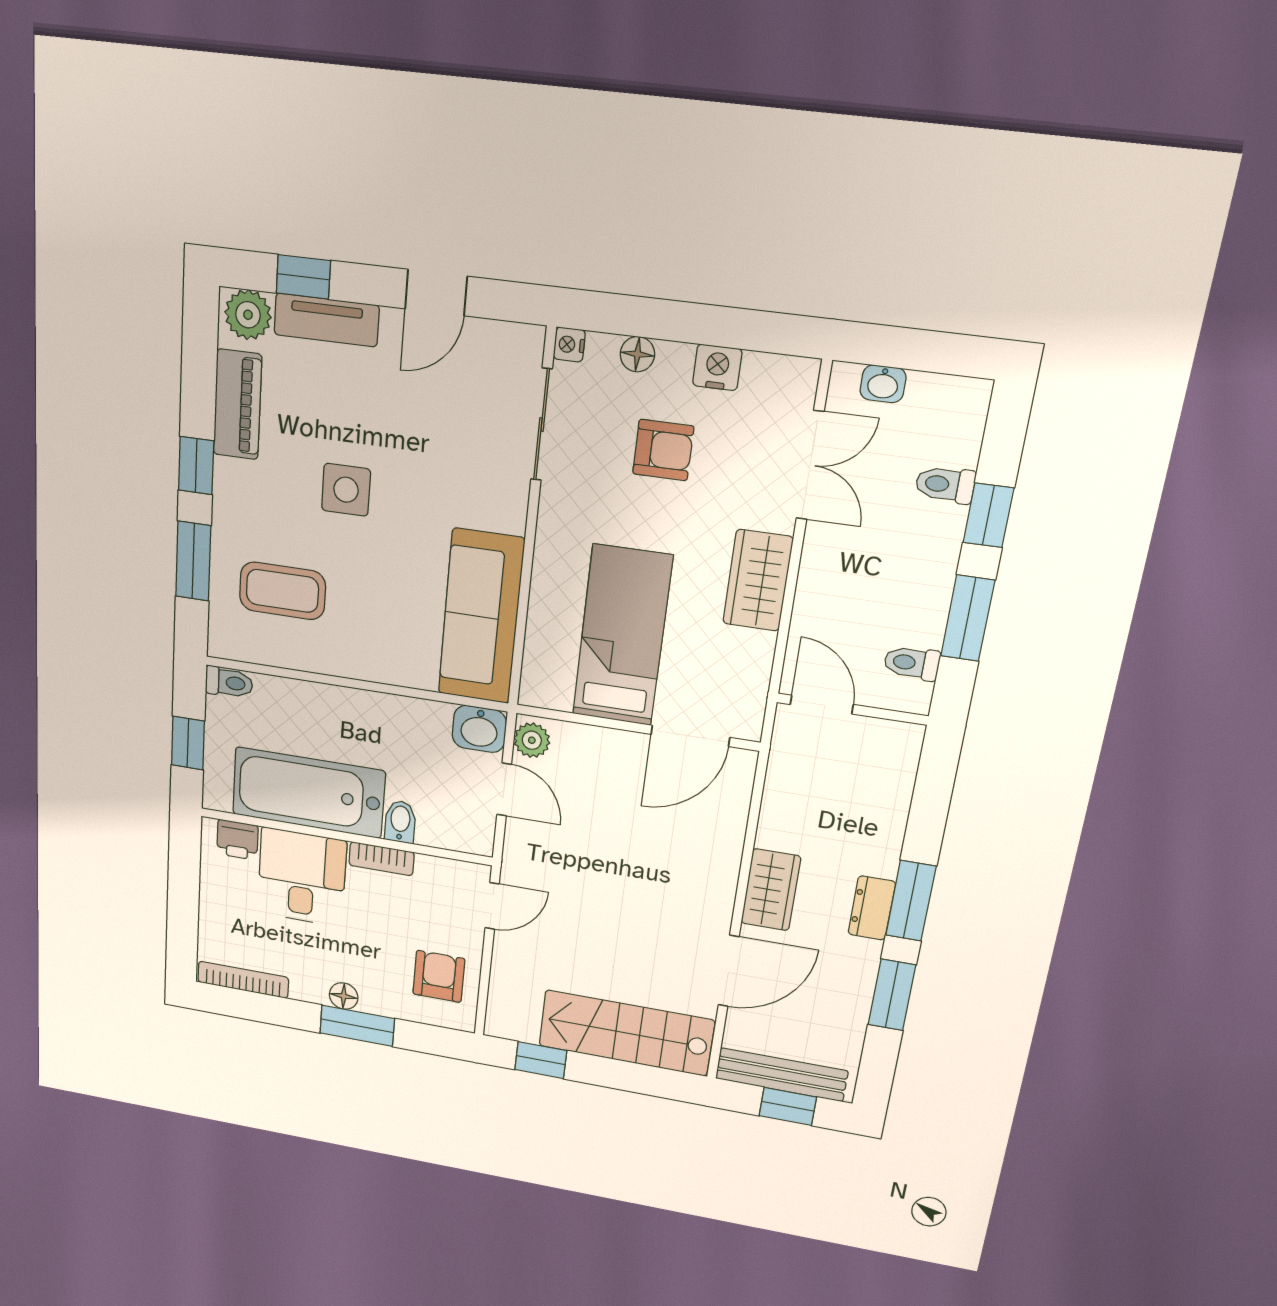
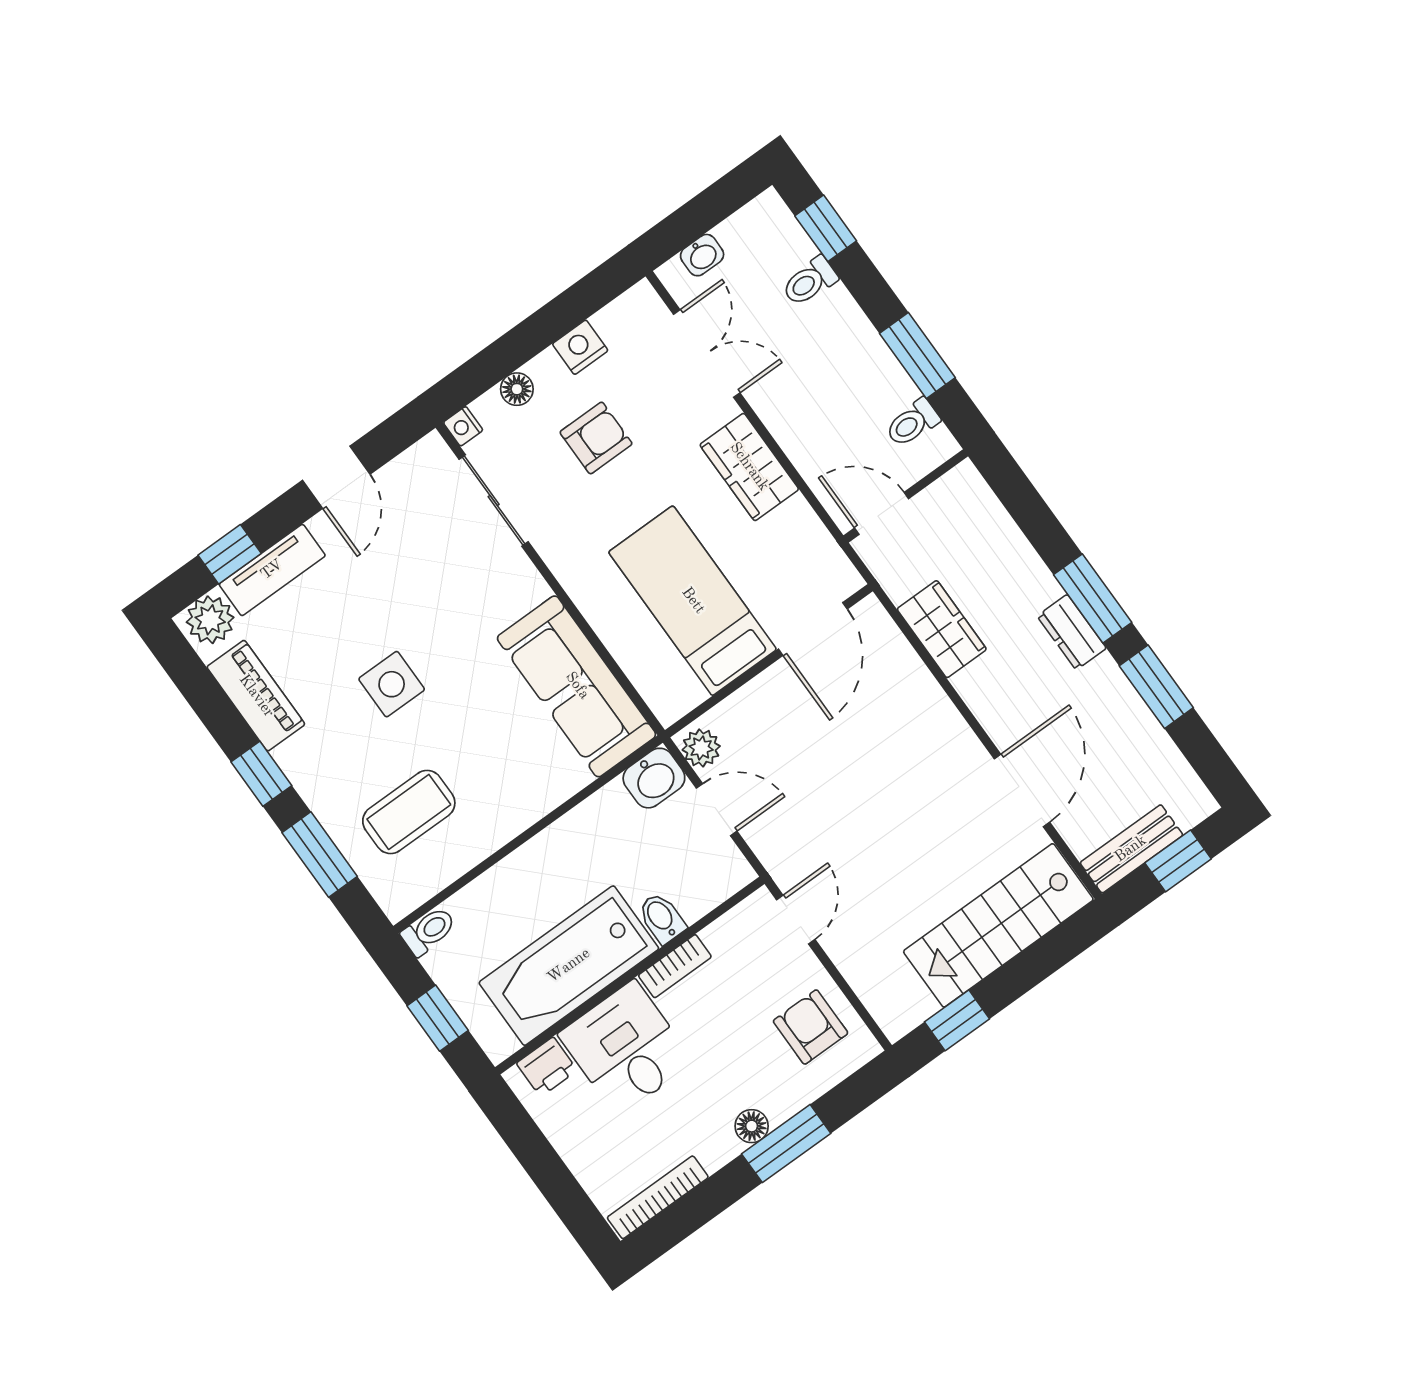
window: (988, 515) -> (826, 228), moved
wardrobe: (771, 890) -> (942, 629), moved
bench: (781, 1075) -> (1131, 849), width x0.73

